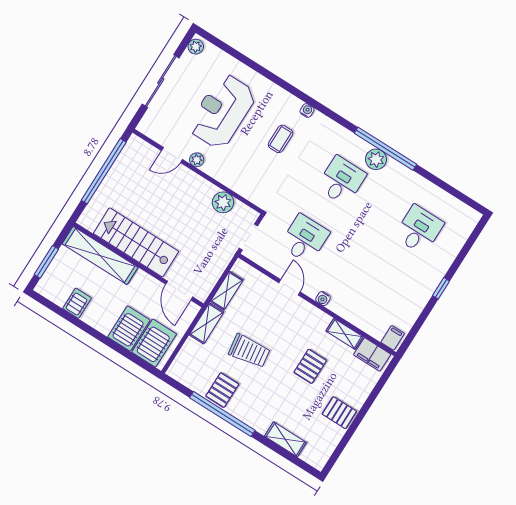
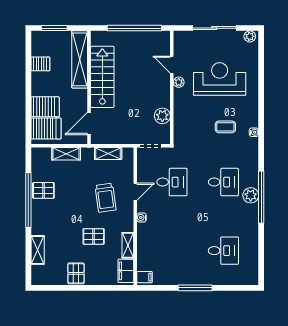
window: (441, 288) -> (195, 288), width x2.17
shelving: (207, 323) -> (66, 154), moved
trolley: (249, 351) -> (105, 198), moved

